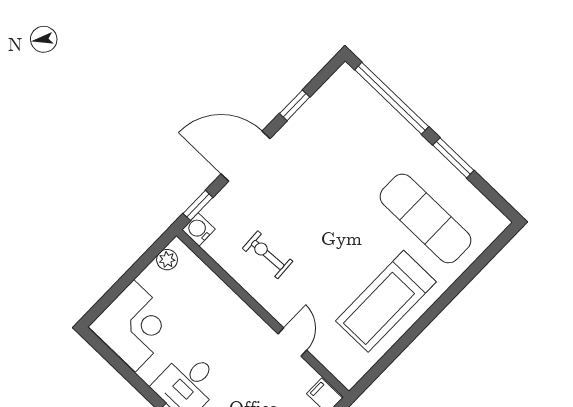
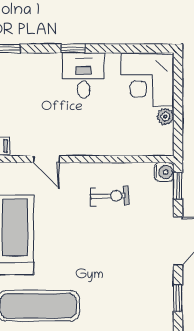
plant: (167, 260) -> (165, 117), moved

